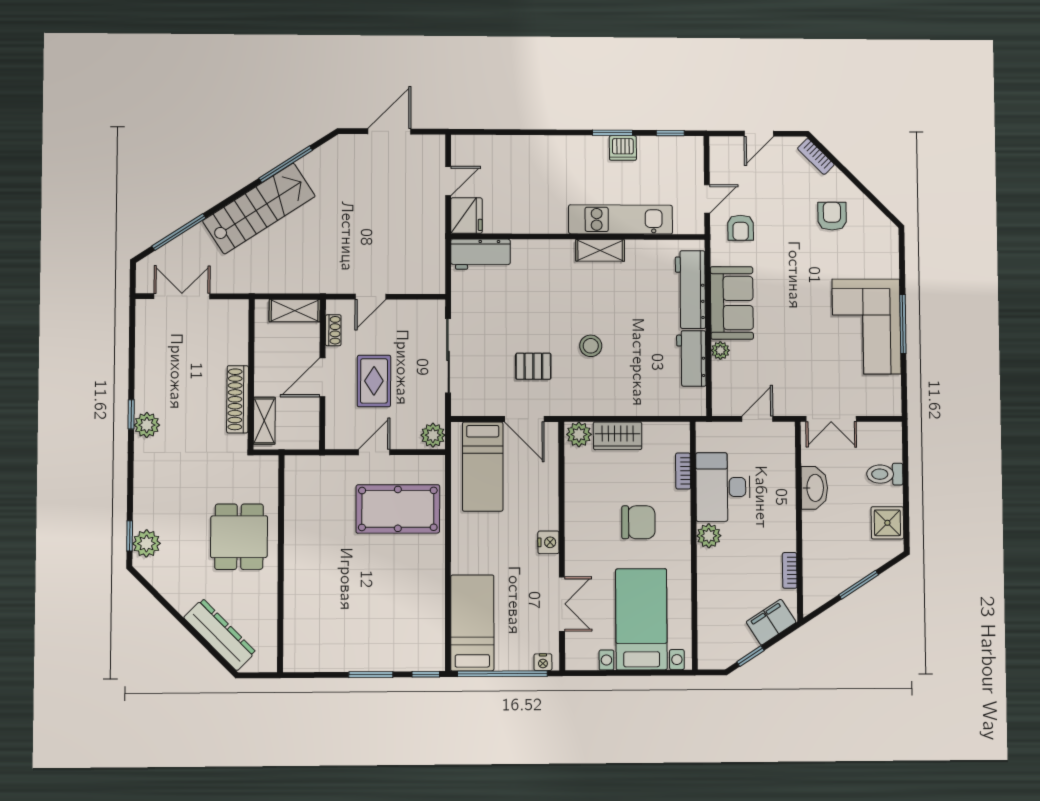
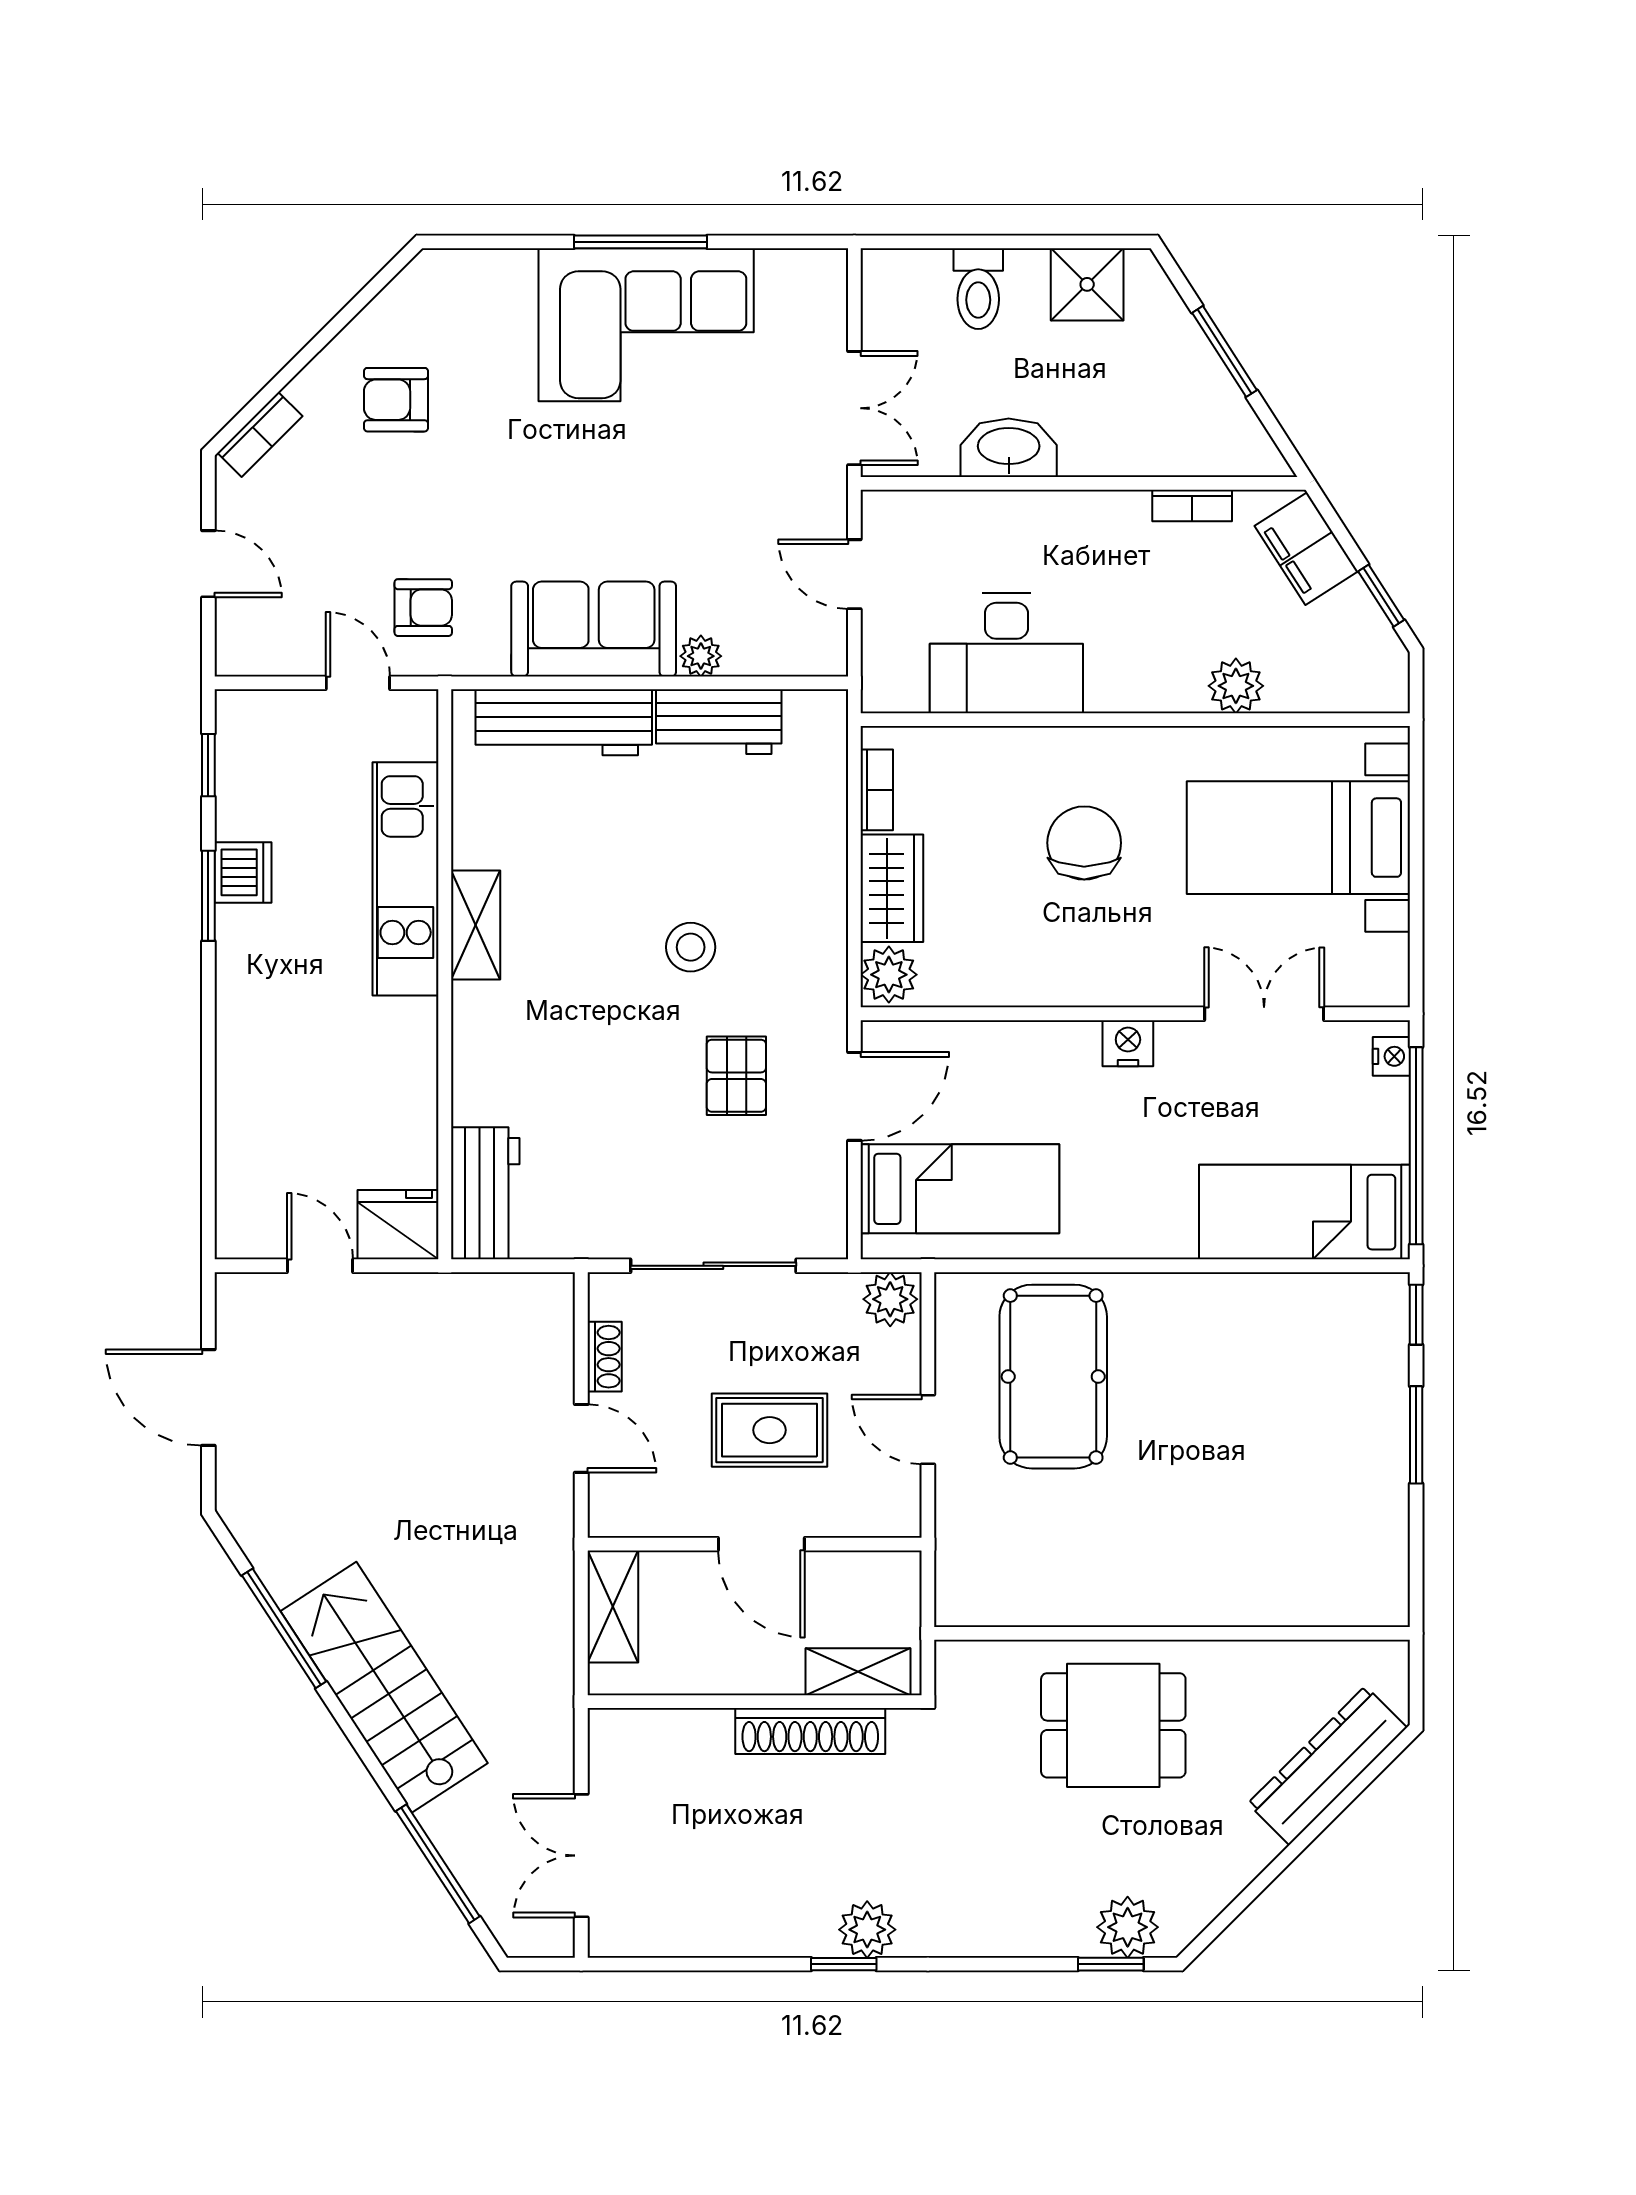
shoe rack: (333, 330) -> (605, 1357), moved, turned 90
bookcase: (683, 471) -> (877, 790), moved, turned -90
plant: (709, 536) -> (1236, 686), moved

